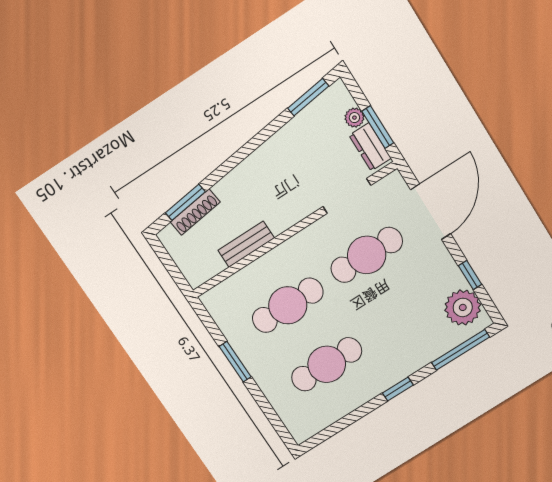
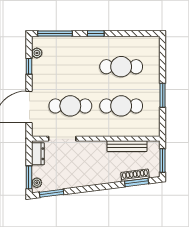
plant: (354, 118) -> (37, 183), moved
window: (378, 127) -> (29, 177), moved
bench: (246, 244) -> (127, 146), width x1.36
window: (168, 263) -> (163, 160), added
plant: (463, 307) -> (37, 53), width x0.53, depth x0.53

